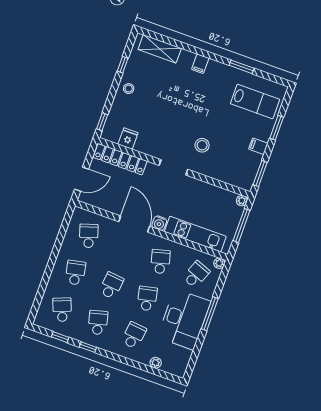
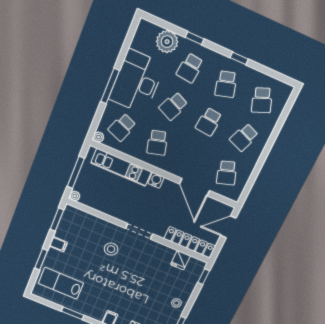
door: (134, 224) -> (194, 187), moved
school desk: (75, 273) -> (244, 137), turned 33
school desk: (147, 299) -> (173, 106), turned 36
window: (60, 337) -> (195, 38), moved
plant: (156, 363) -> (167, 42), width x1.88, depth x1.88

